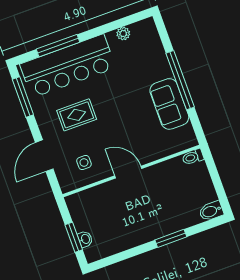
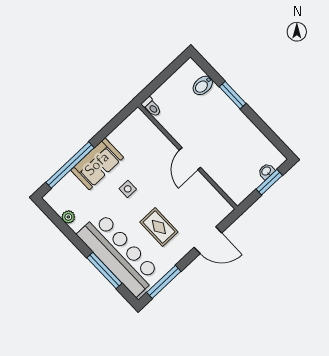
window: (180, 80) -> (70, 165), moved
sofa: (169, 104) -> (97, 164), moved
side table: (84, 163) -> (128, 189), moved
bidet: (211, 211) -> (203, 85), moved, turned 90

